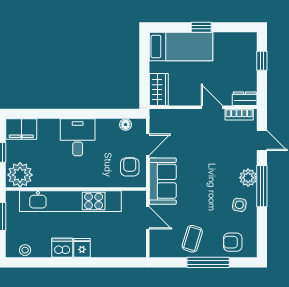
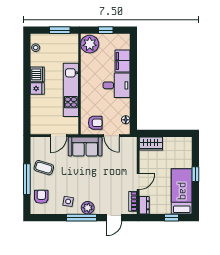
bed: (181, 46) -> (182, 191), moved, turned 180
filing cabinet: (21, 129) -> (122, 61), moved
kitchen unit: (70, 201) -> (71, 90), width x0.73

